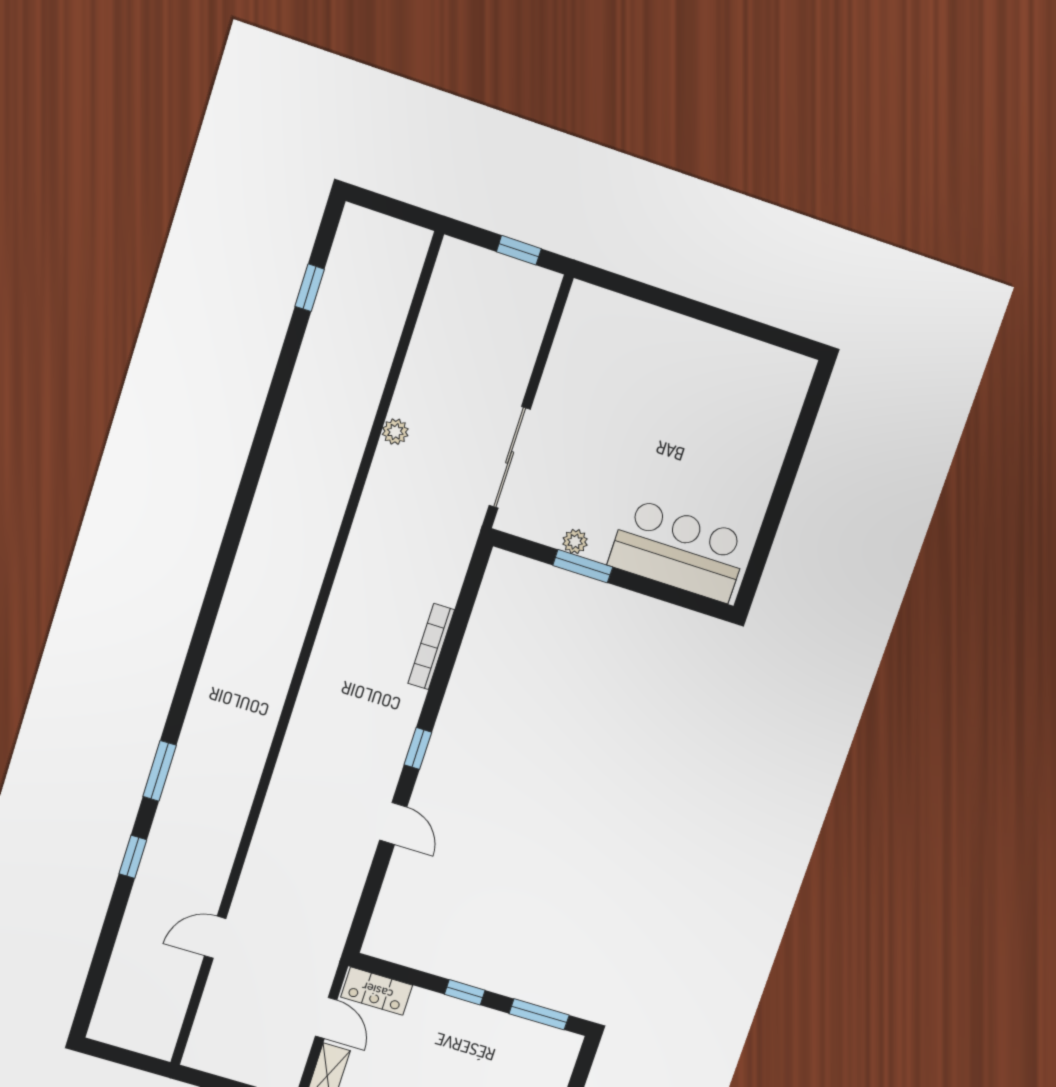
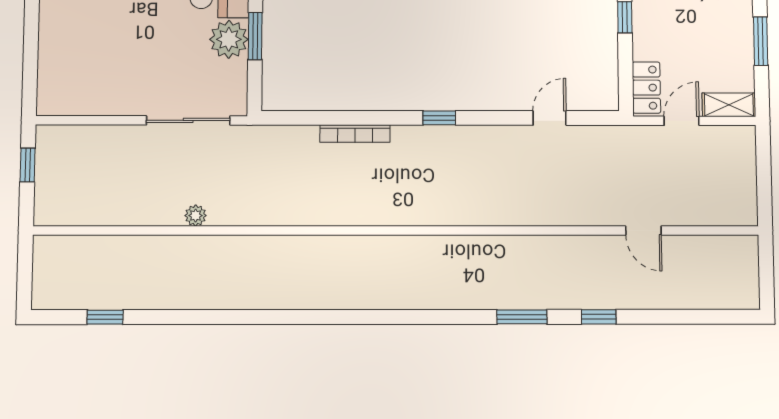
plant: (575, 542) -> (229, 39), width x1.87, depth x1.87
door: (393, 824) -> (550, 118), moved

